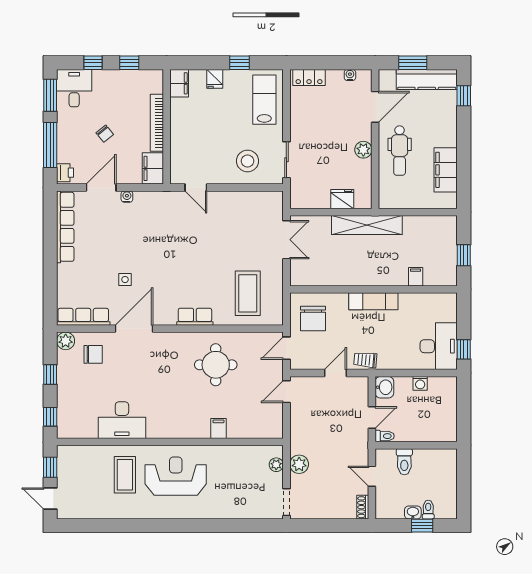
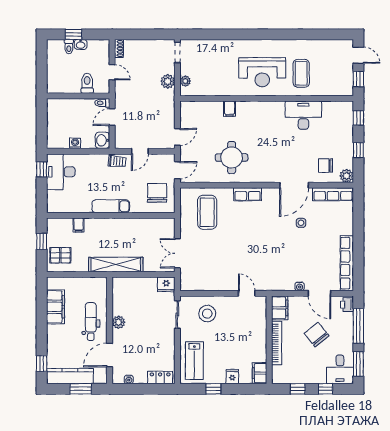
chair: (105, 134) -> (317, 335), width x1.87, depth x1.87
door: (101, 188) -> (319, 293), hinge flipped
fridge: (342, 199) -> (166, 284), moved
pallet: (439, 237) -> (60, 255), added

